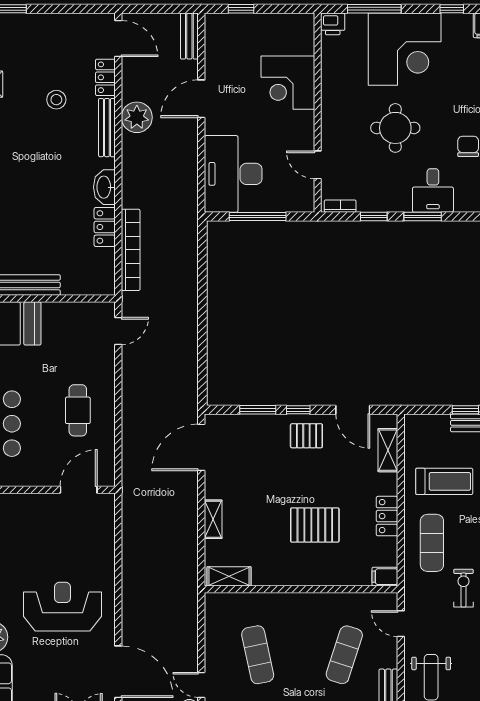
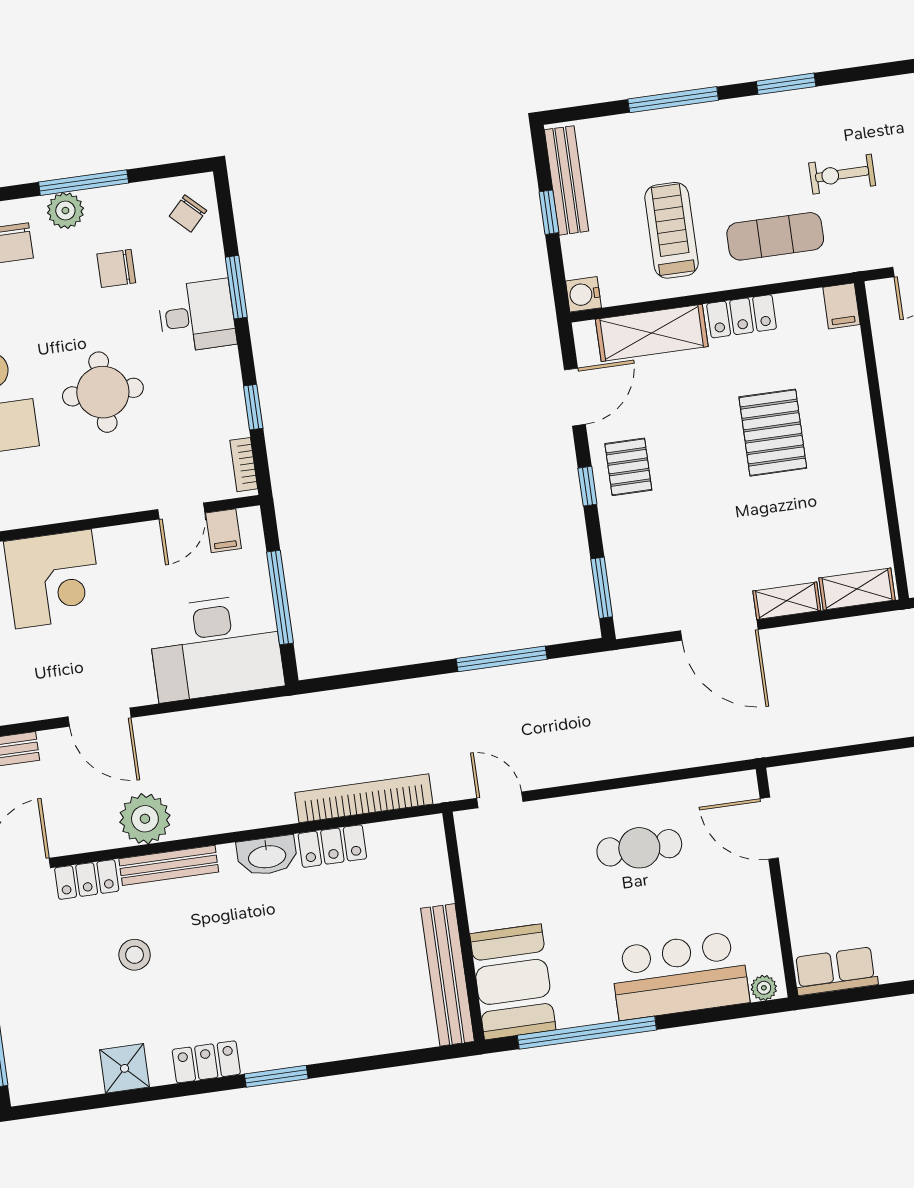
filing cabinet: (302, 188) -> (223, 531), added
window: (423, 217) -> (236, 287), moved
window: (202, 344) -> (502, 659), added
window: (258, 410) -> (602, 588), moved
water cooler: (413, 423) -> (583, 294), added
door: (201, 447) -> (719, 630), moved
shelving: (388, 450) -> (652, 333), width x1.50, depth x1.33
shelving: (229, 576) -> (857, 589), moved, turned 90

